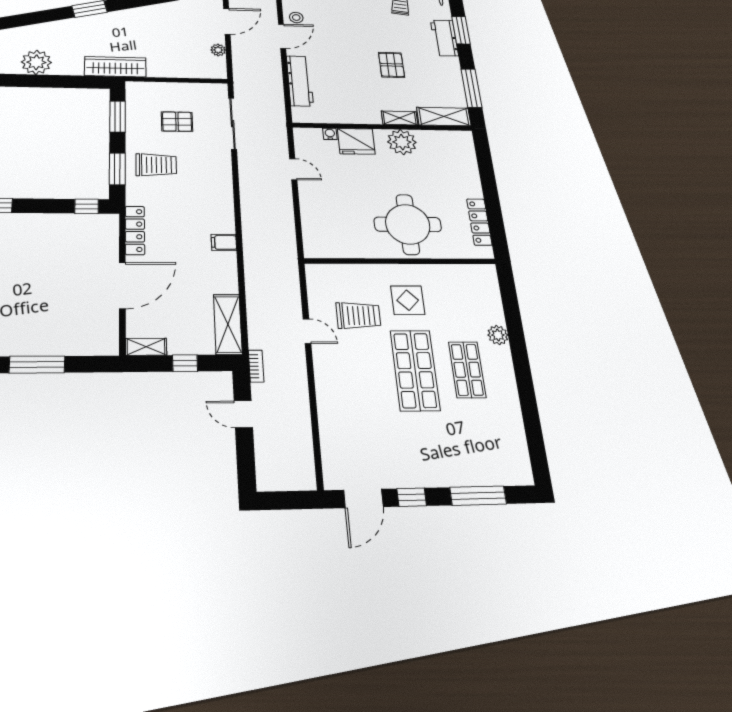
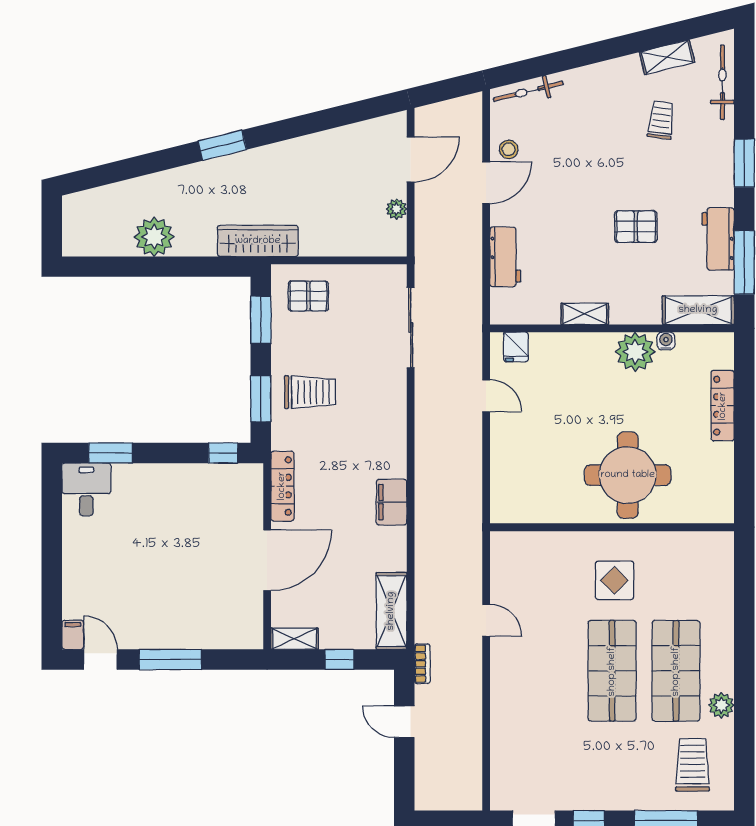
workbench: (444, 38) -> (718, 239), moved
pallet: (391, 65) -> (636, 227), turned 90
workbench: (300, 81) -> (505, 257), width x0.73
shelving: (400, 118) -> (585, 314), moved
pallet: (177, 122) -> (308, 296), moved
water cooler: (330, 134) -> (666, 341), moved
fridge: (356, 141) -> (516, 347), moved, width x0.53, depth x0.75
locker: (479, 222) -> (723, 406), moved
filing cabinet: (224, 242) -> (392, 502), width x2.00
trolley: (358, 316) -> (693, 765), moved, turned -90
plant: (498, 335) -> (721, 705), moved
shop shelf: (467, 370) -> (676, 671), width x1.43, depth x1.36

